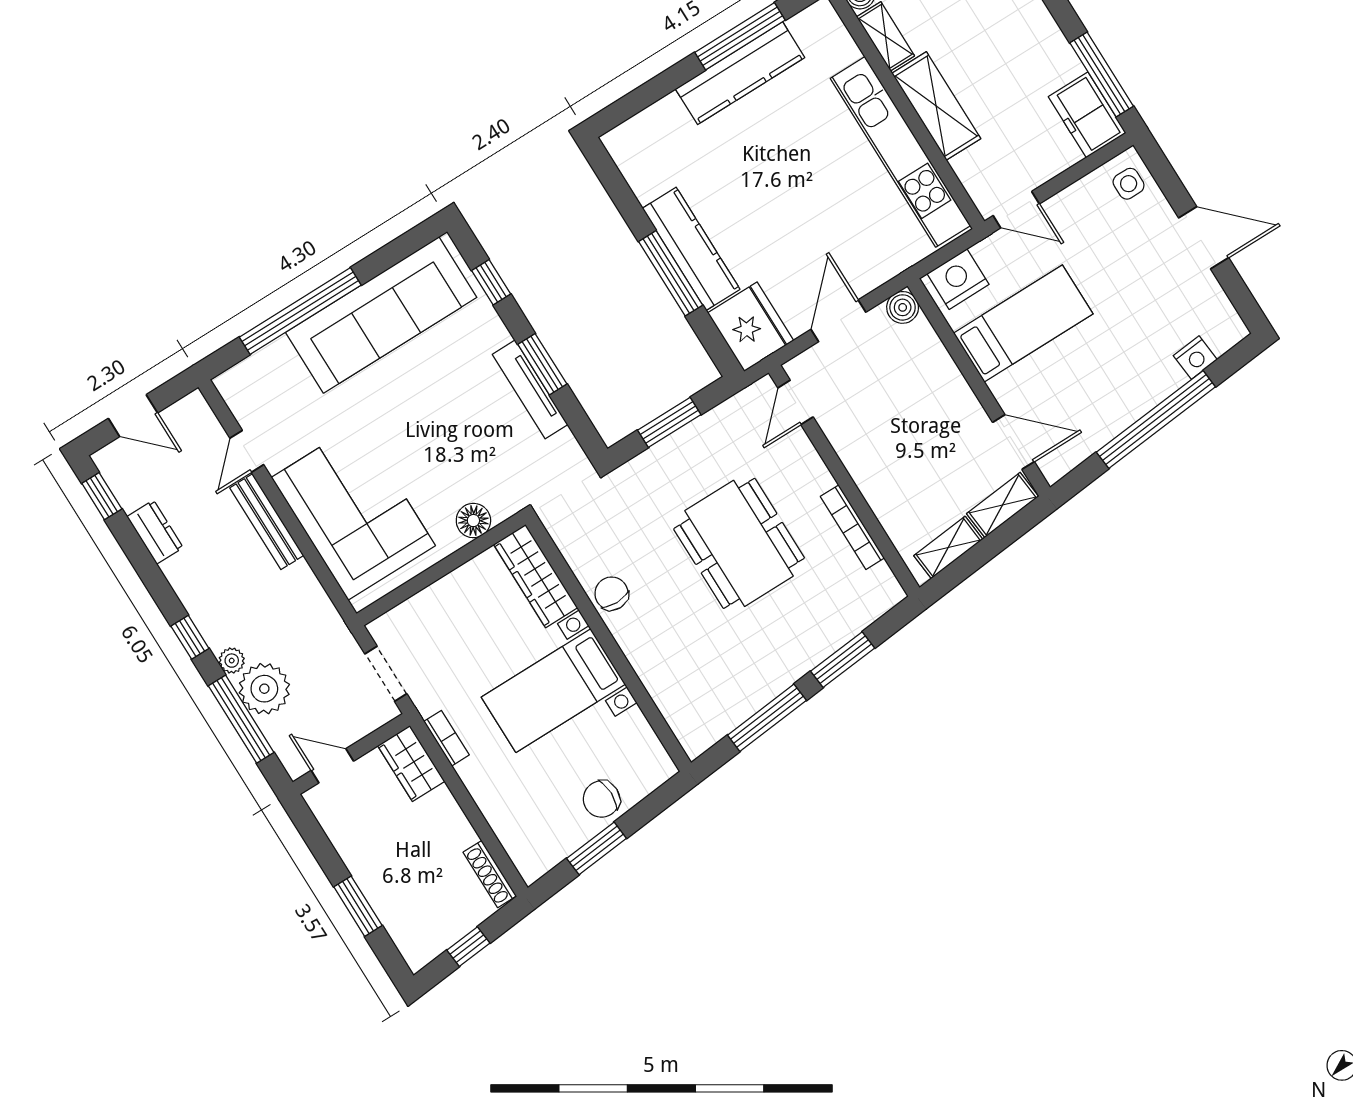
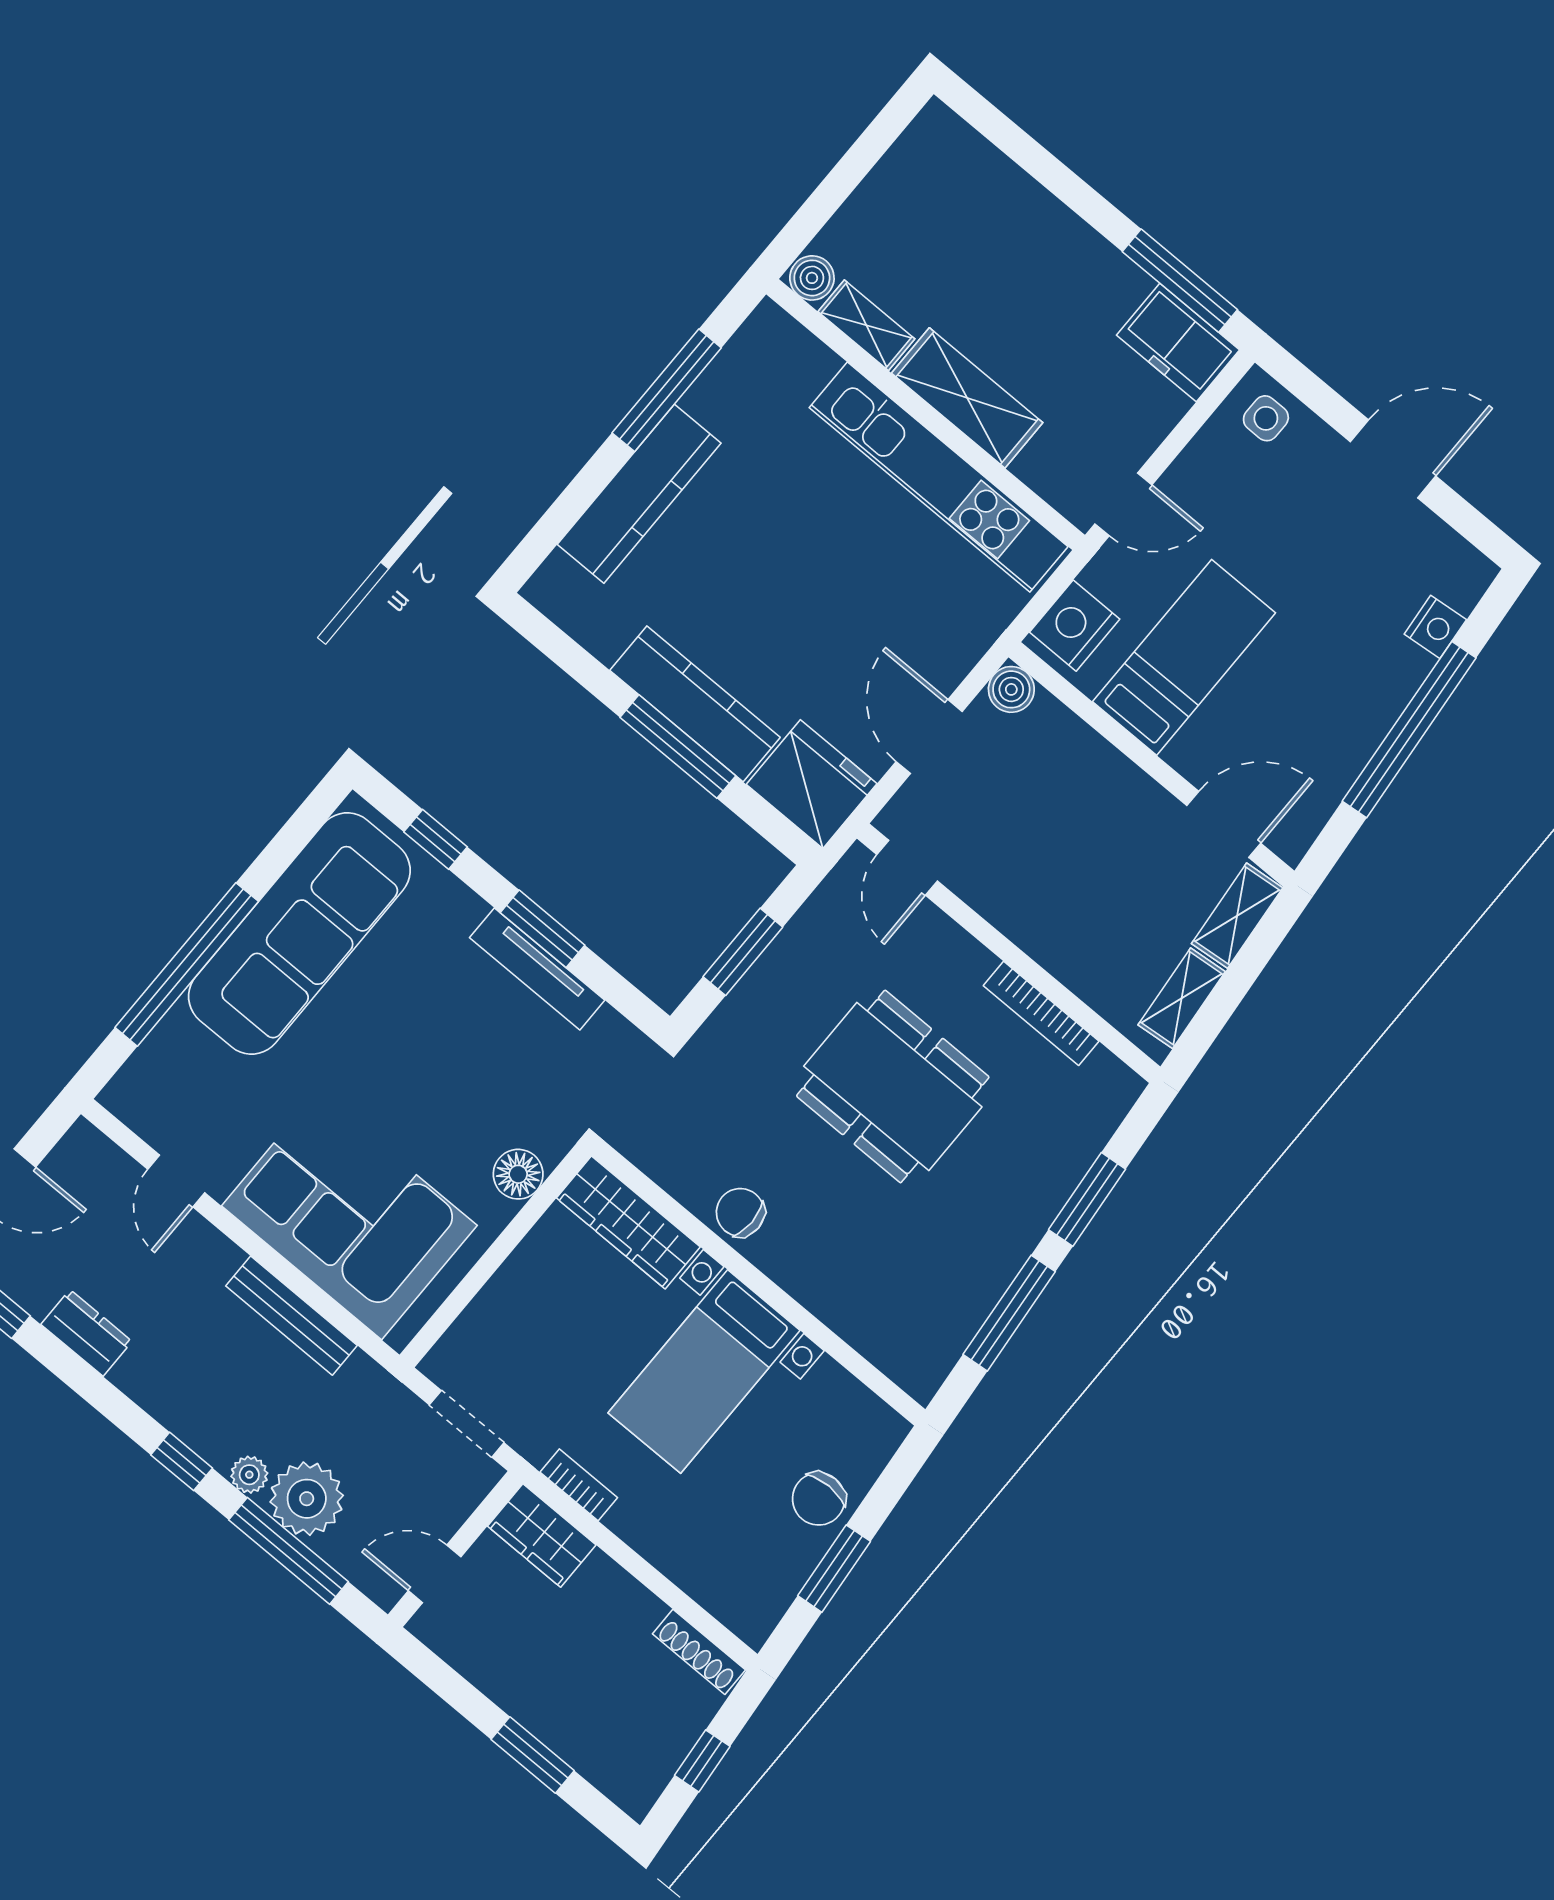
kitchen counter: (740, 73) -> (639, 494), moved
bench: (267, 522) -> (292, 1316), moved

